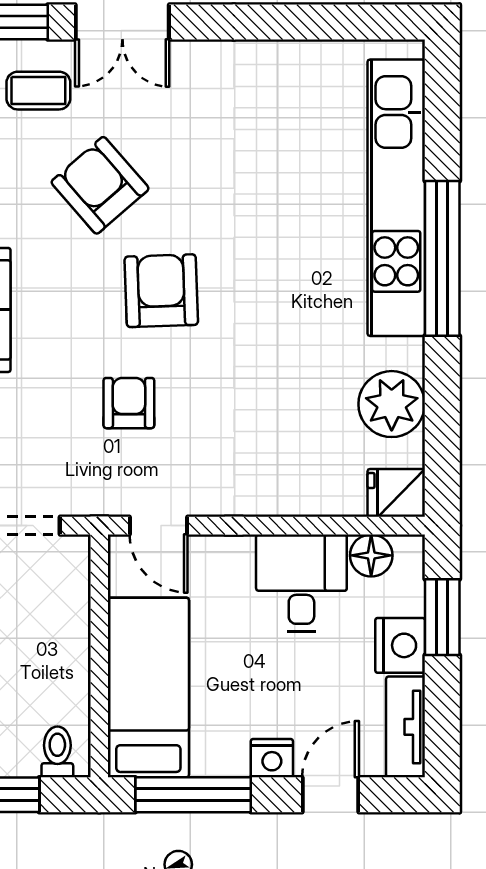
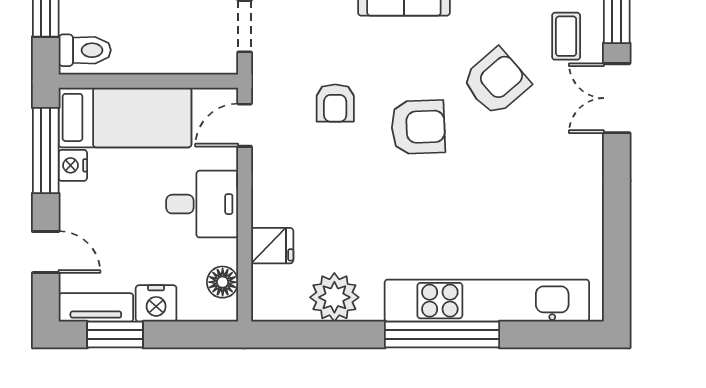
armchair: (129, 403) -> (335, 103), turned 90
fridge: (396, 493) -> (272, 246), moved, turned 90
desk: (301, 583) -> (202, 204), moved
window: (442, 617) -> (115, 335), moved
toilet: (57, 752) -> (85, 50), width x1.37, depth x1.39
nightstand: (272, 758) -> (73, 165), moved

